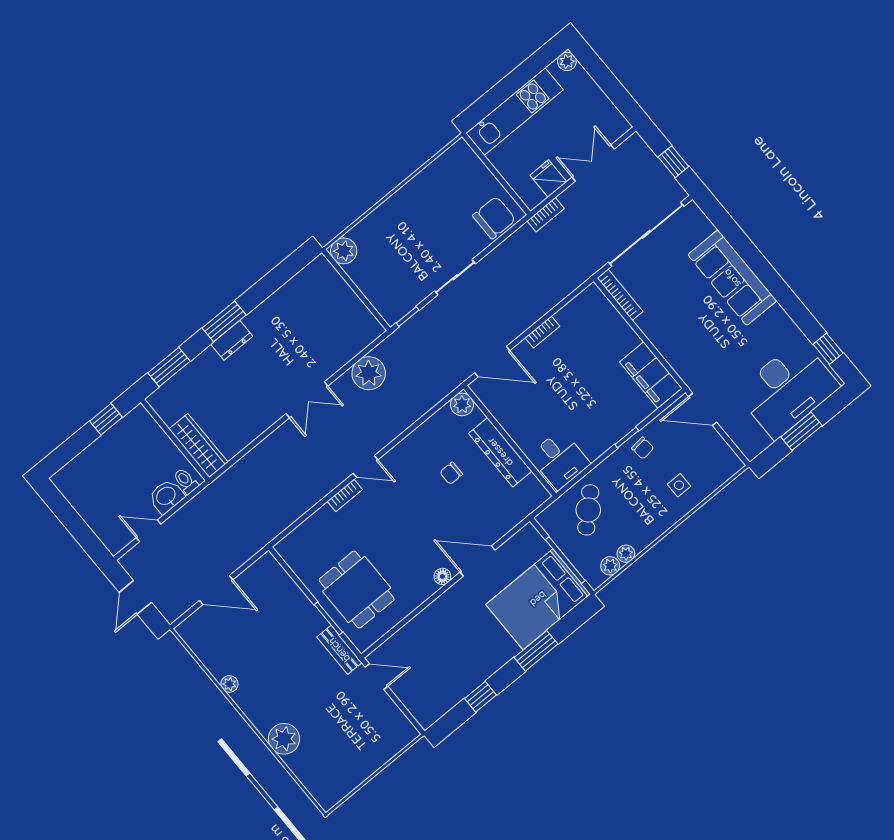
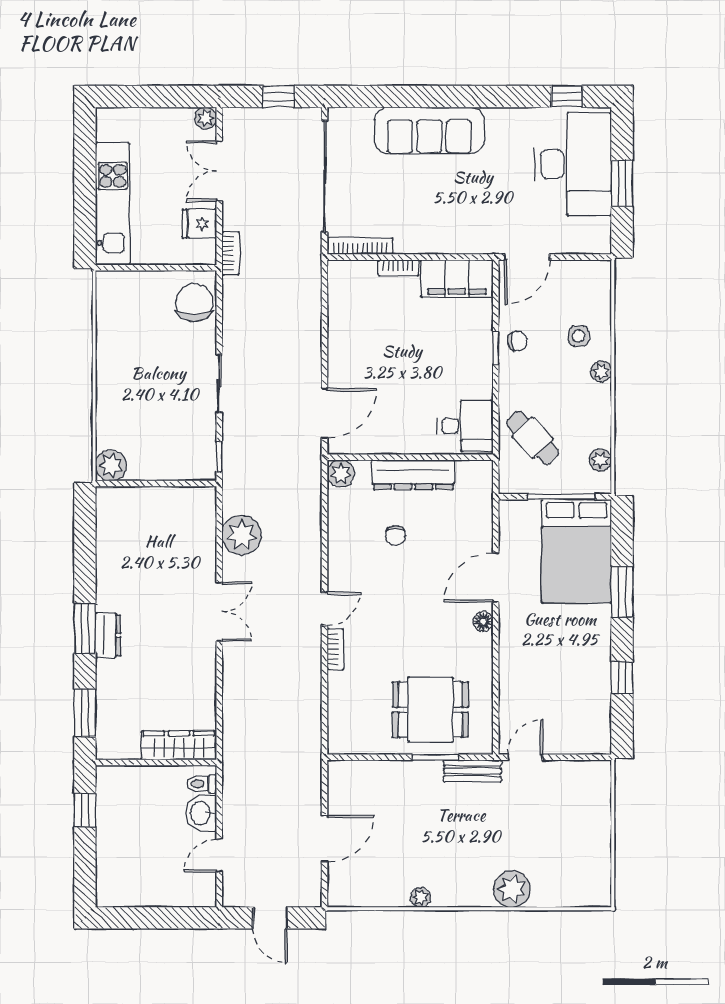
plant: (567, 61) -> (206, 118), moved
bookcase: (542, 332) -> (398, 268), moved, turned 90
plant: (626, 554) -> (601, 372), moved

